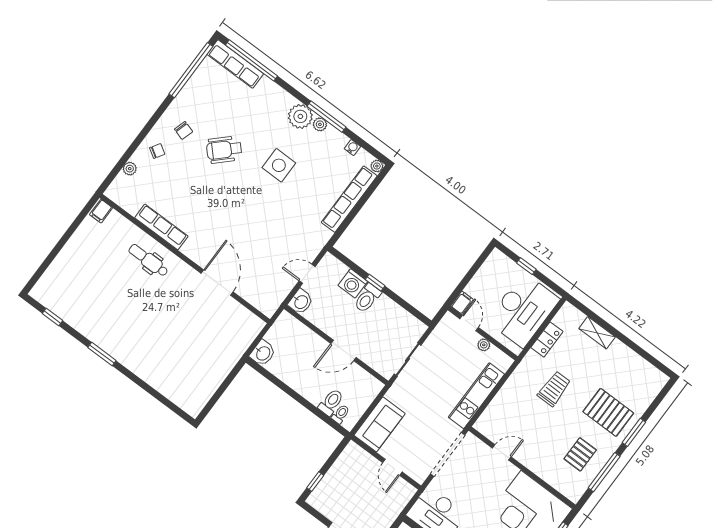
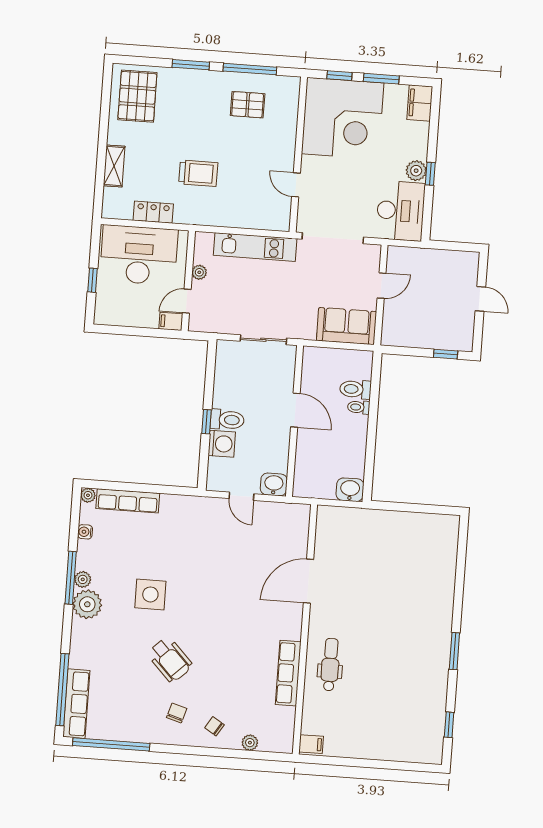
row of seats: (349, 199) -> (128, 501), width x0.73
dental chair: (148, 260) -> (330, 665), turned 180
trolley: (554, 389) -> (198, 173), turned 180
pallet: (608, 412) -> (137, 96), moved
toilet: (341, 414) -> (359, 407), moved

